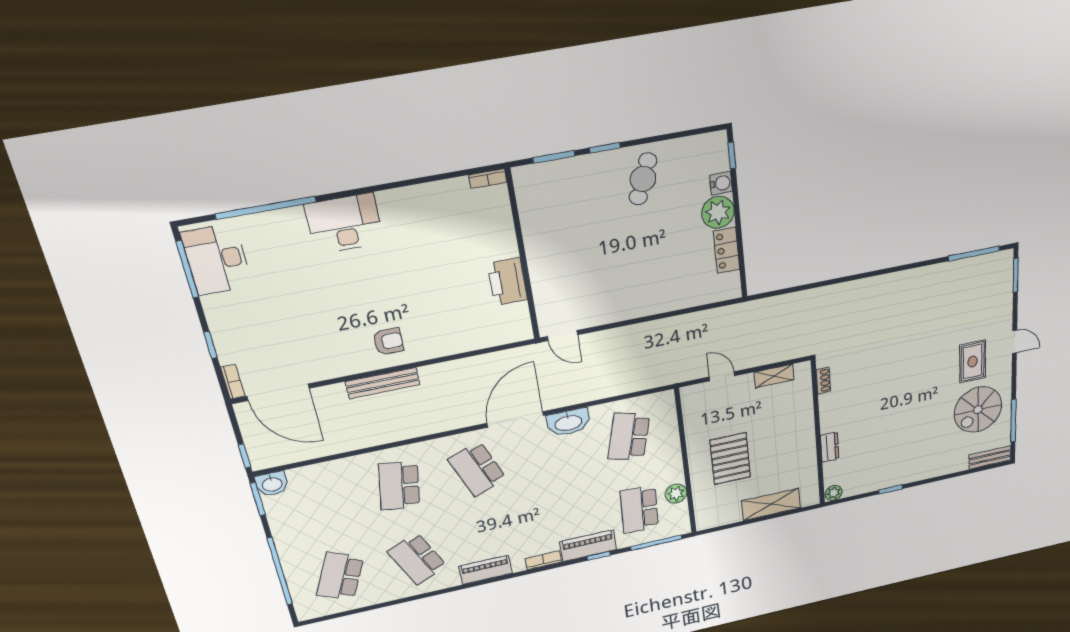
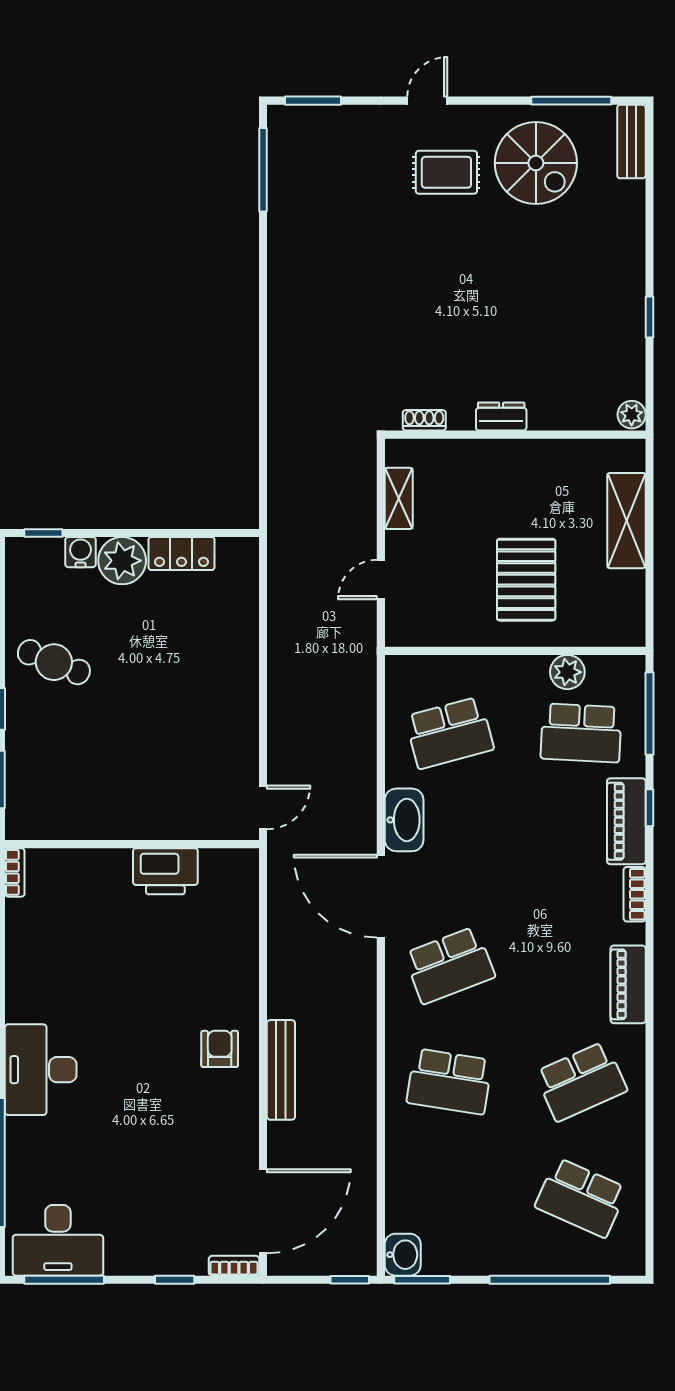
school desk: (629, 437) -> (449, 733), turned -30
dresser: (830, 447) -> (501, 417), moved
pallet: (730, 459) -> (526, 580), turned 90

